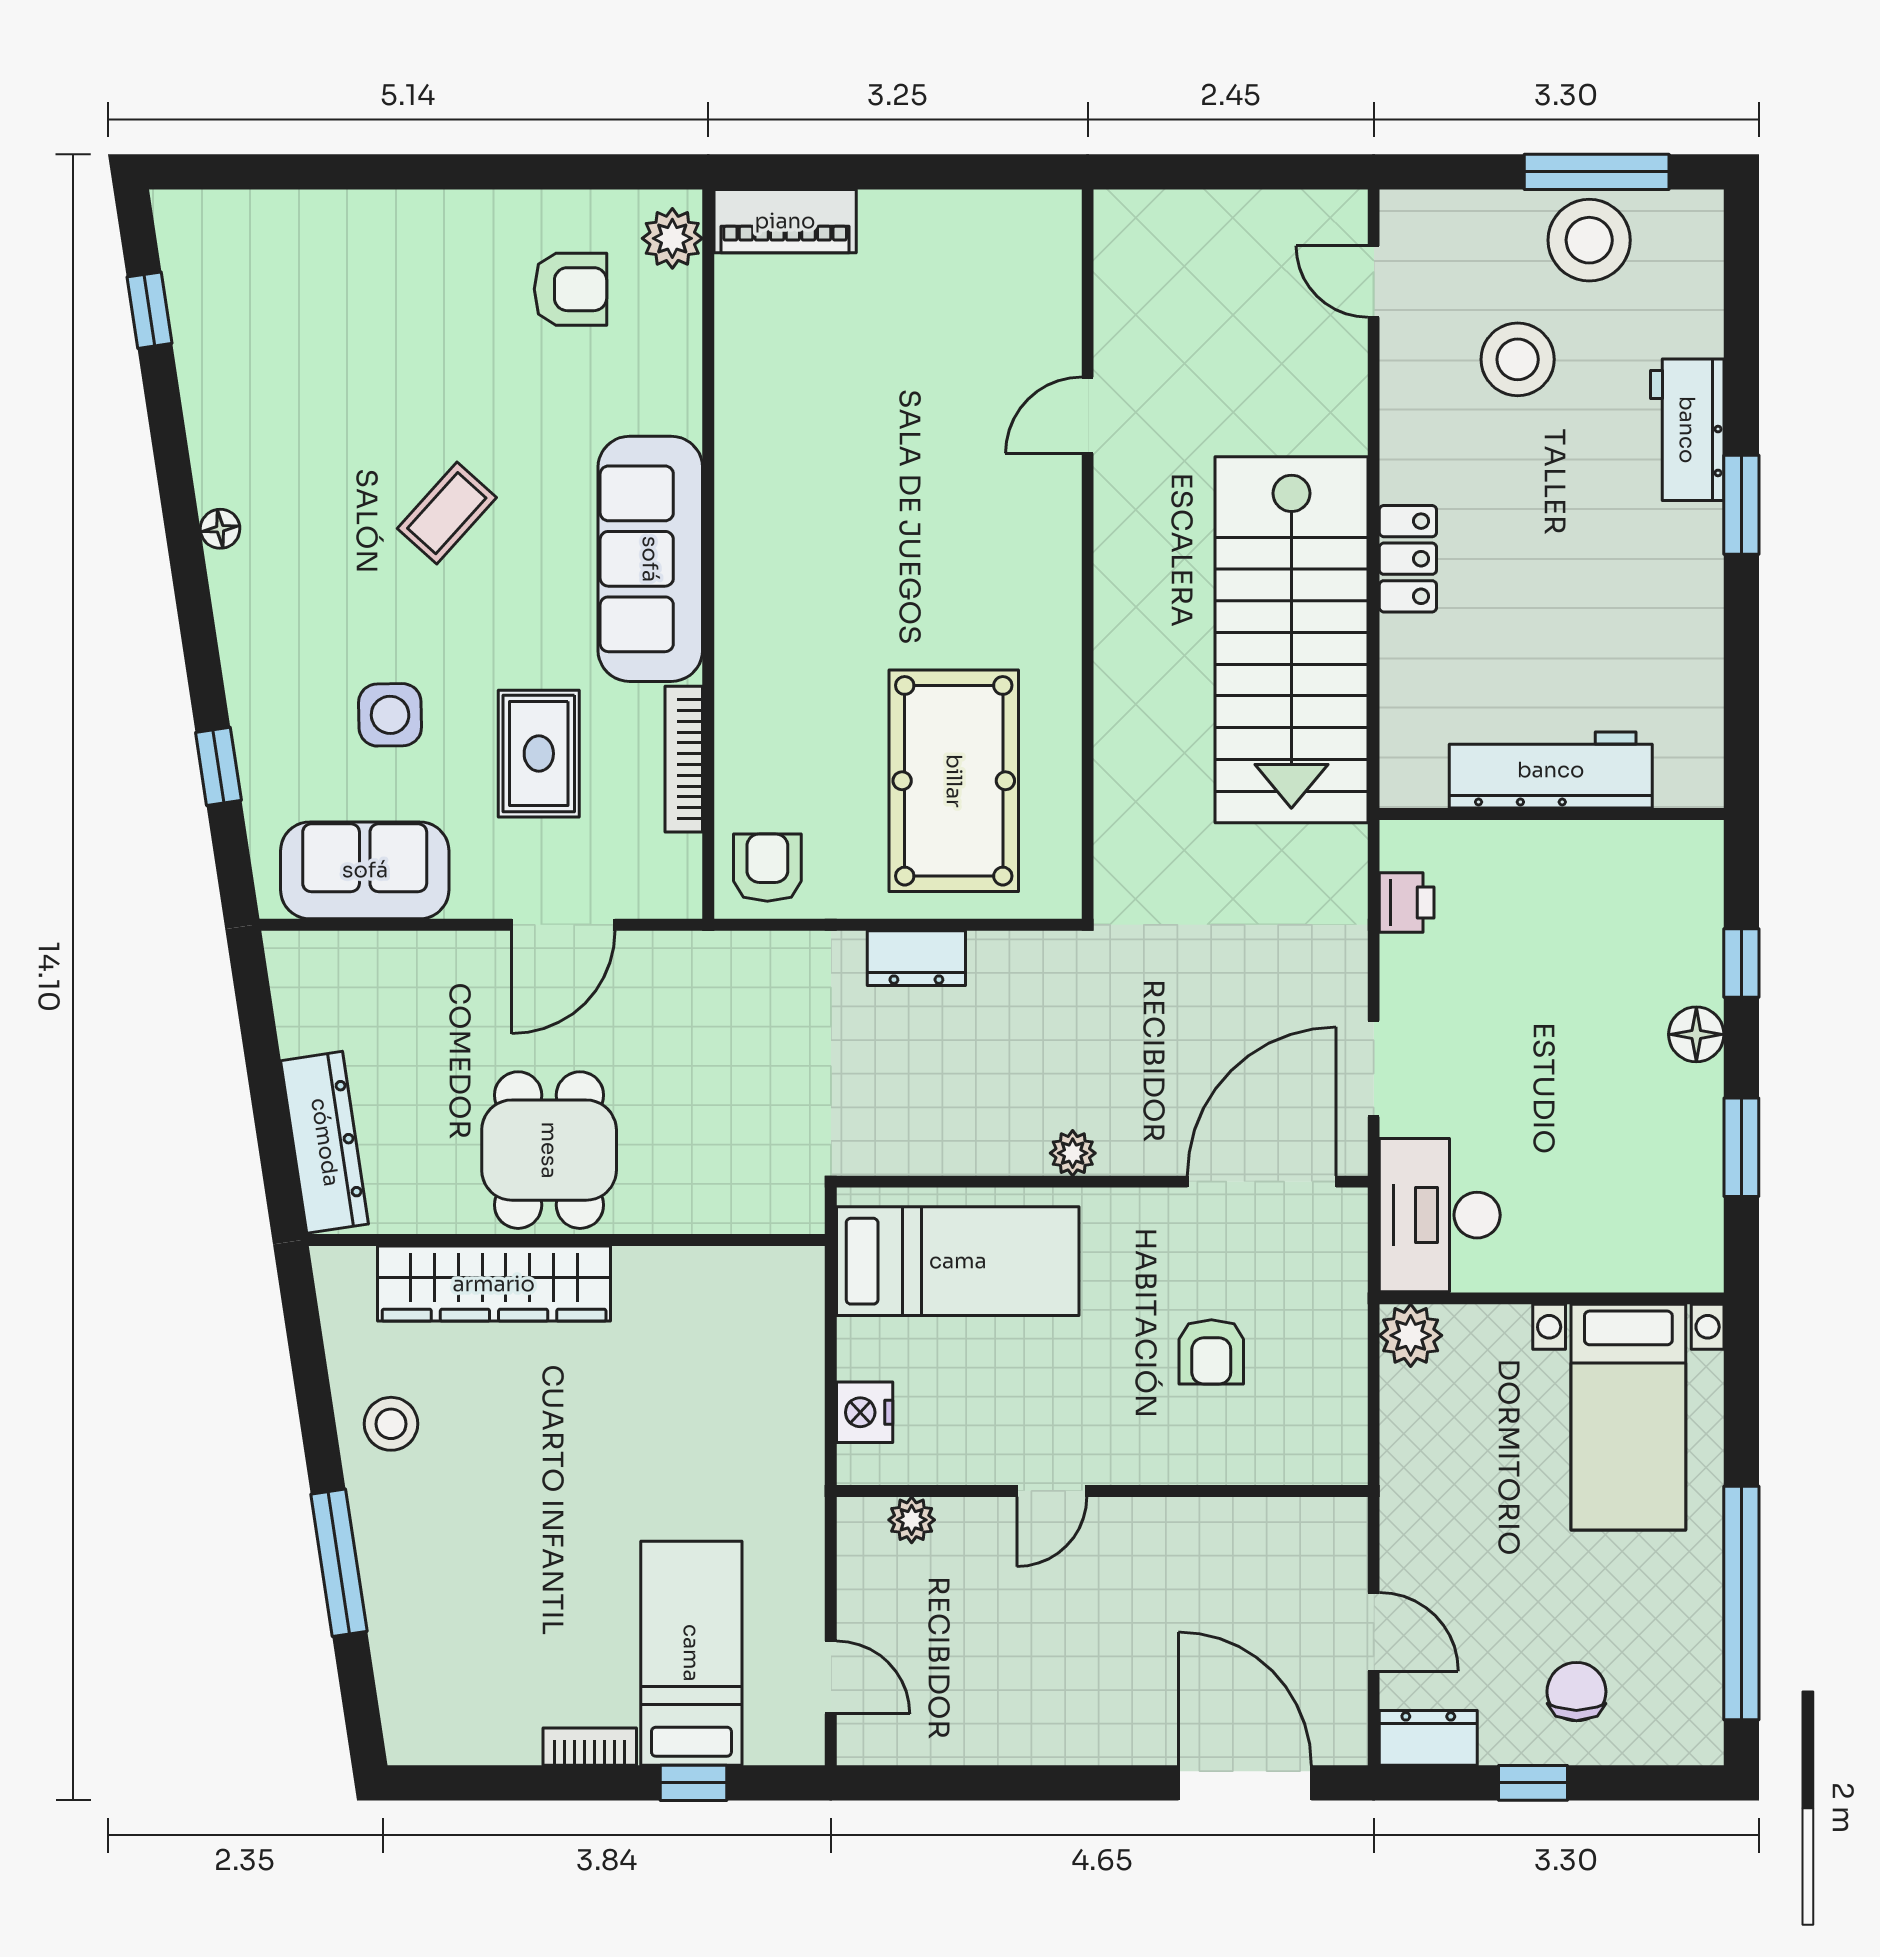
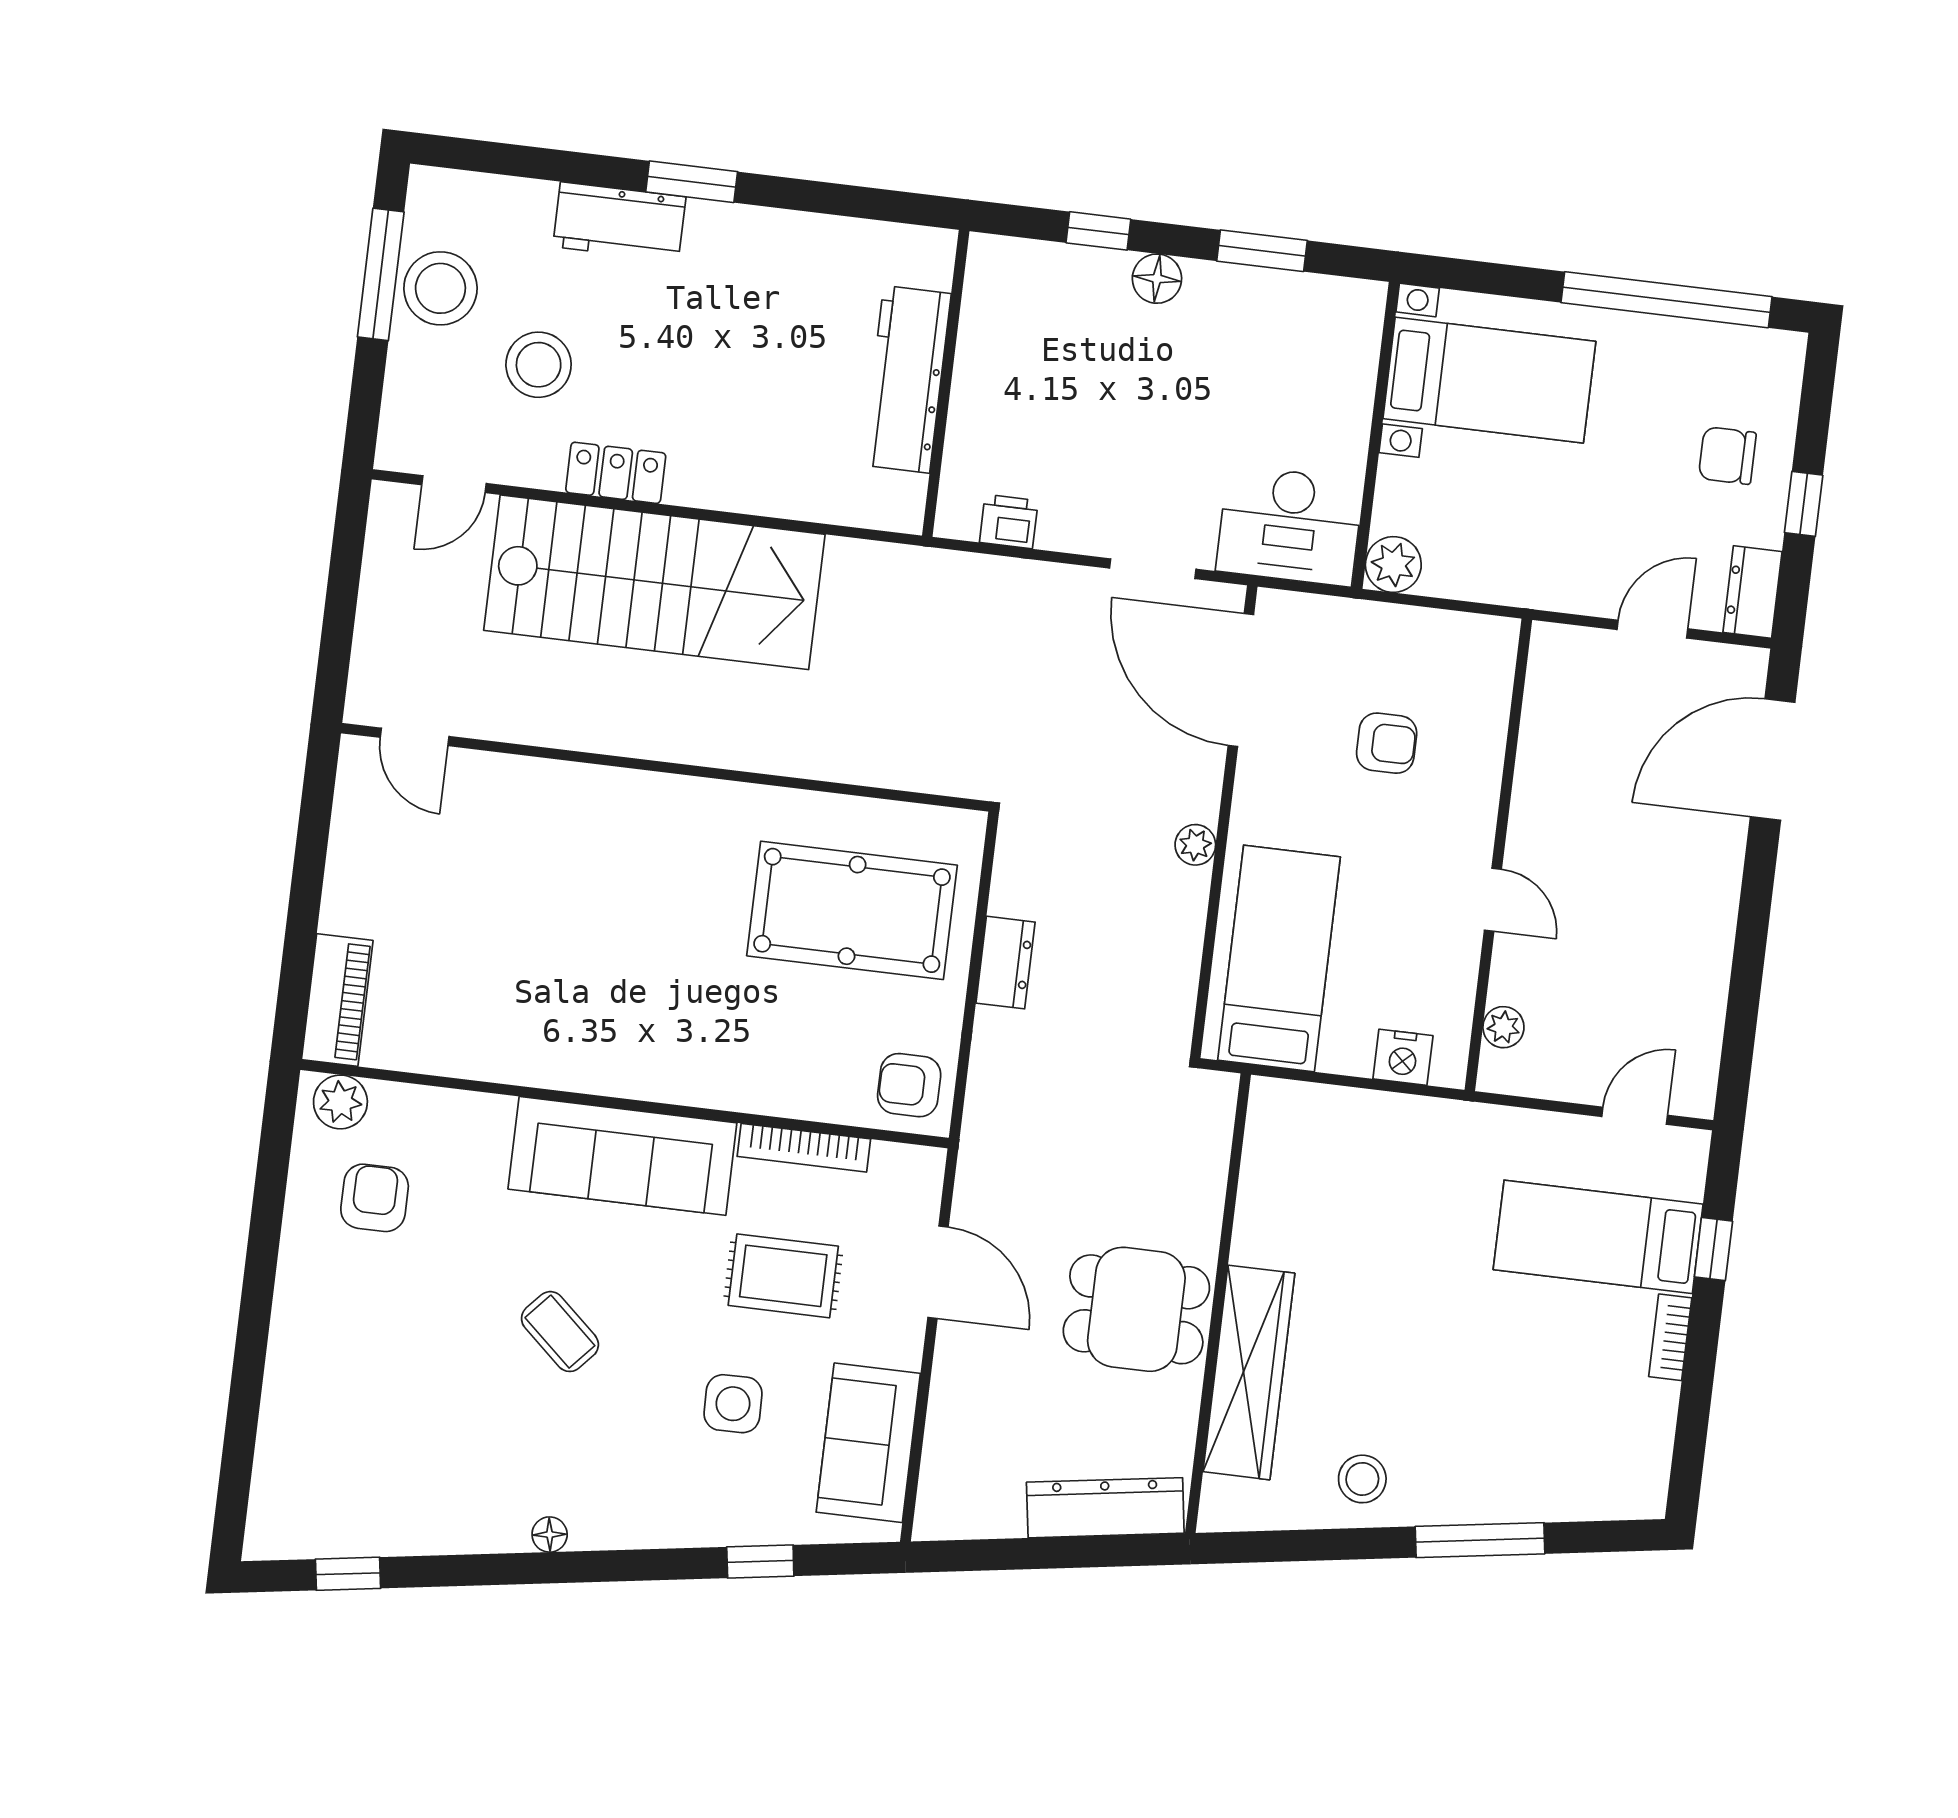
door: (1088, 415) -> (415, 737), moved
locker: (1408, 559) -> (616, 473), moved
stairs: (1291, 640) -> (654, 582), moved

